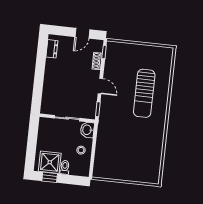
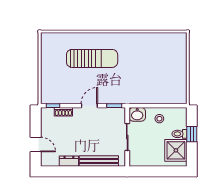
door: (82, 33) -> (36, 144), moved
dresser: (52, 49) -> (69, 161), moved
bench: (48, 89) -> (99, 161), added
window: (50, 177) -> (192, 134), moved

